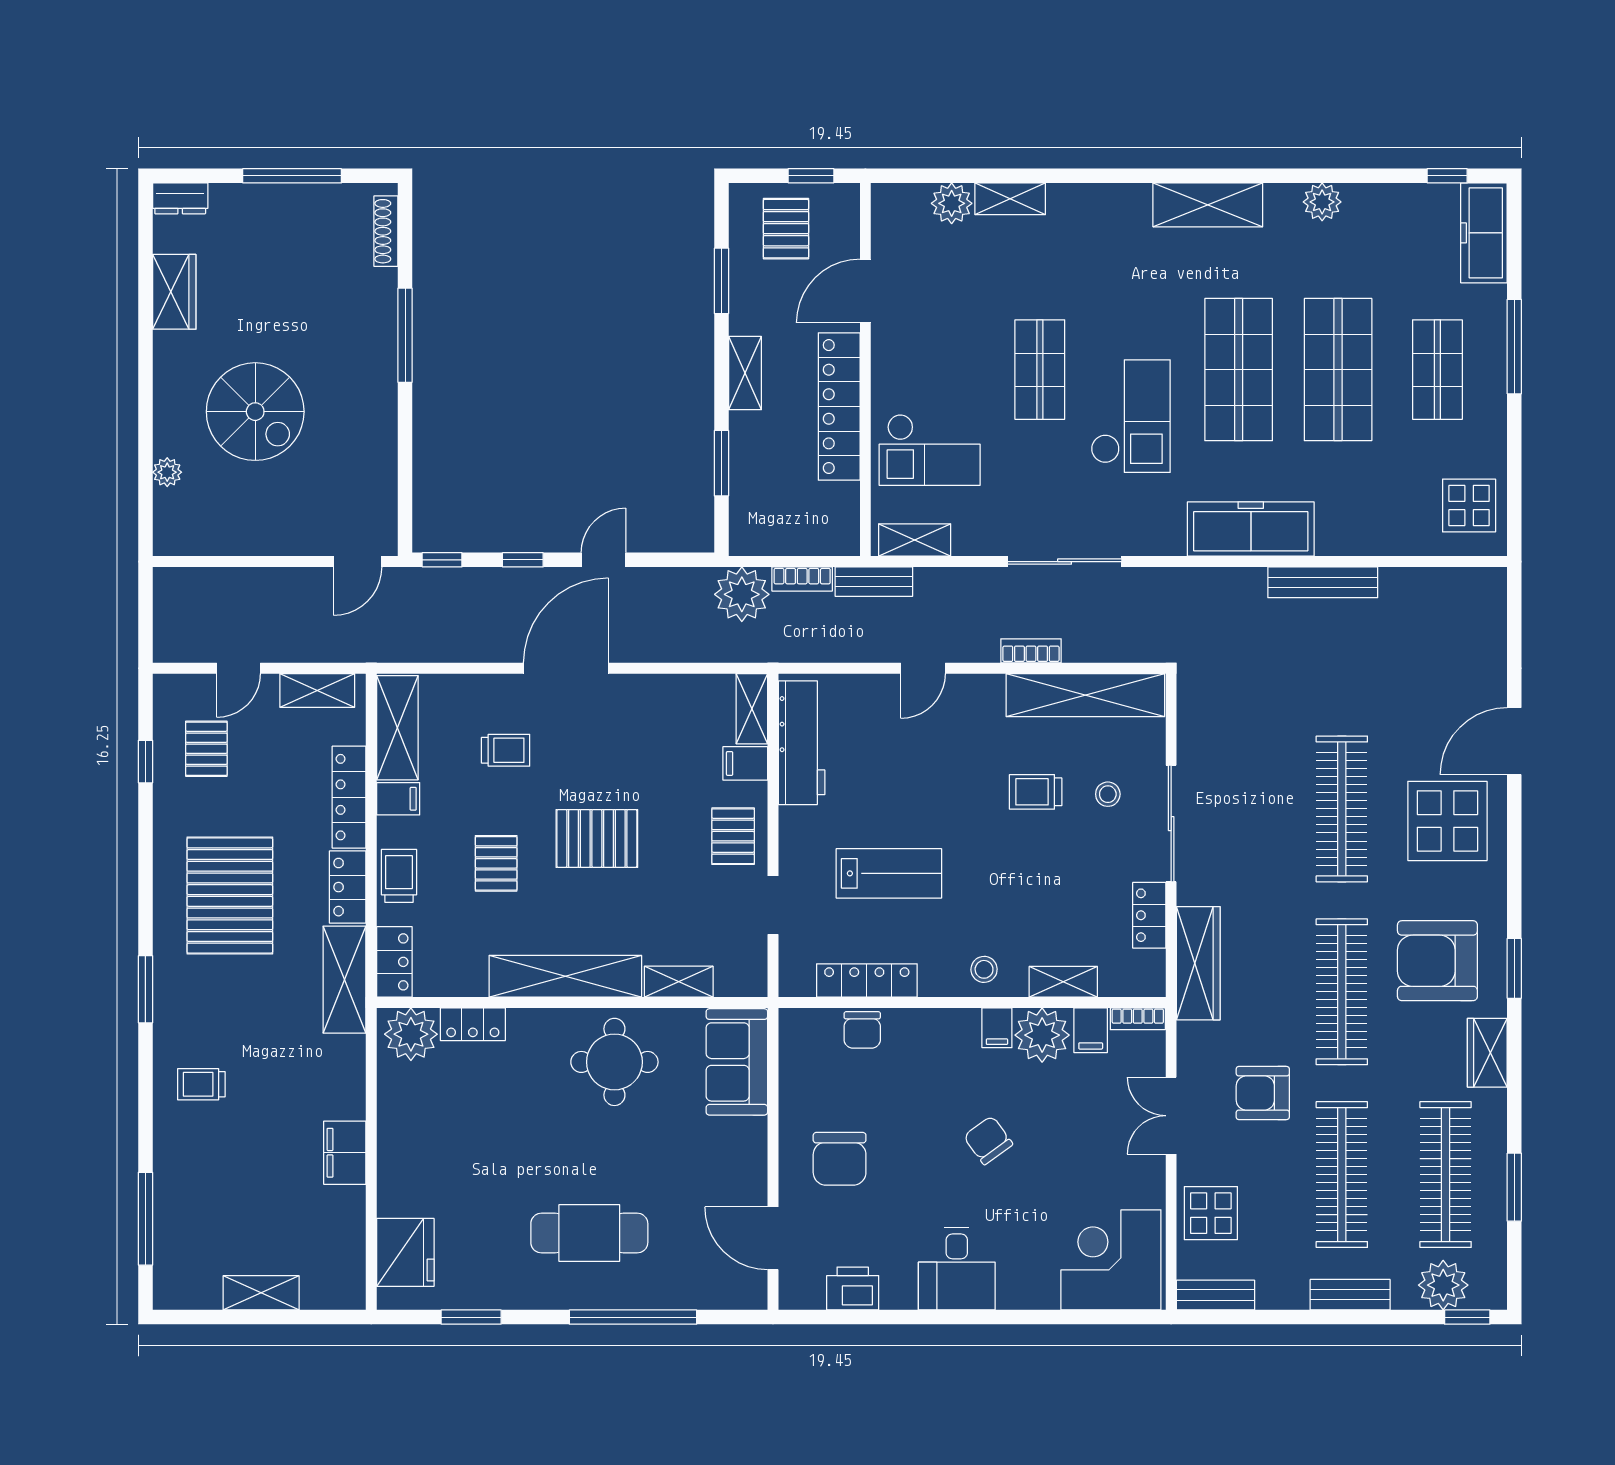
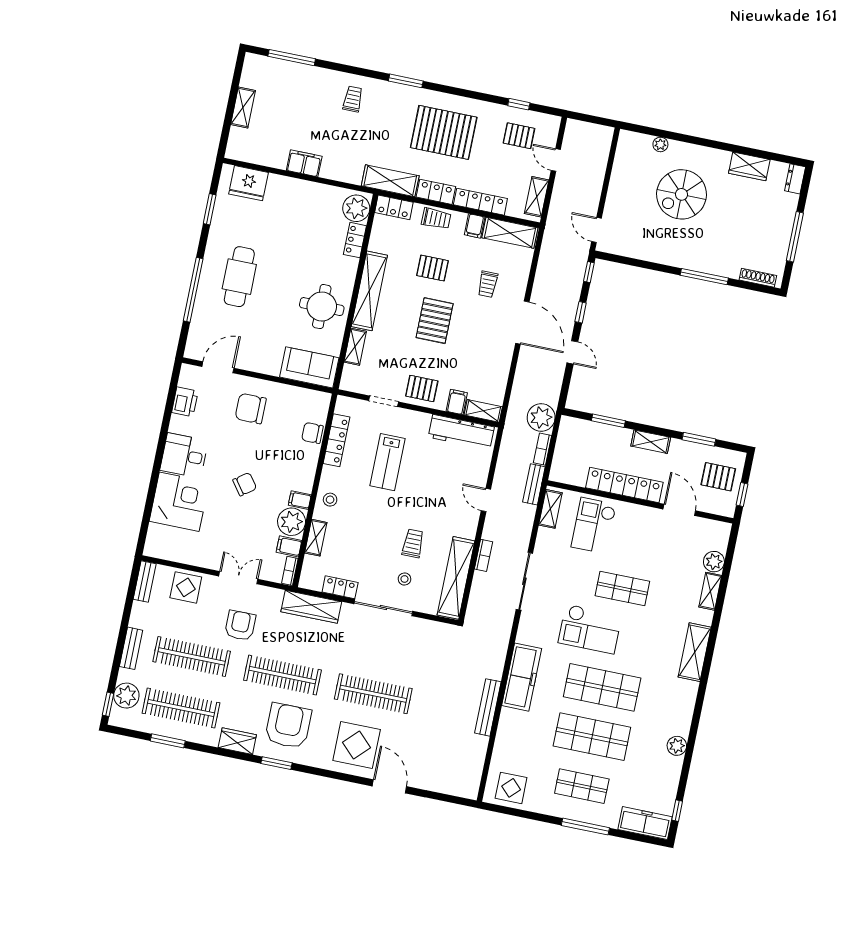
shelving: (1208, 205) -> (695, 652), moved
corner desk: (1111, 1260) -> (179, 502), moved

